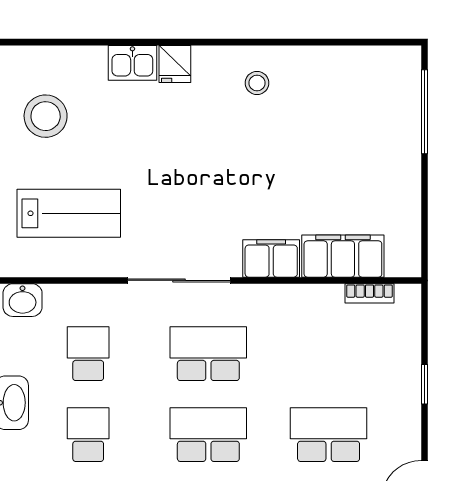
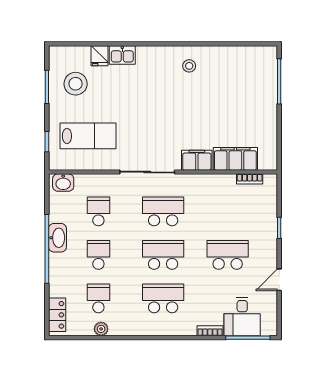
fridge: (175, 64) -> (99, 56), moved

